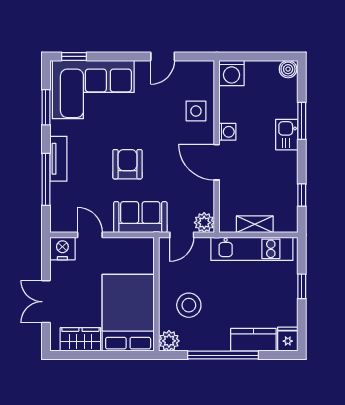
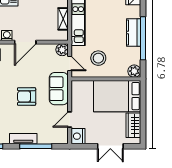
stool: (189, 305) -> (98, 58), moved
kitchen counter: (253, 340) -> (134, 32), moved

